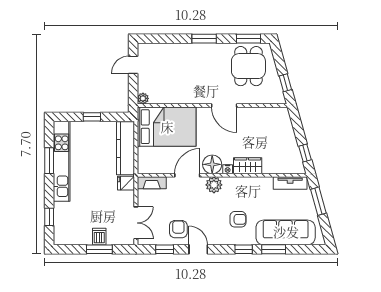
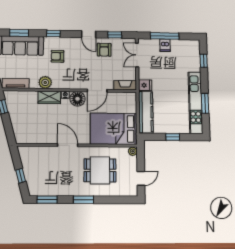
dining table: (248, 66) -> (100, 170), moved, turned 90
window: (285, 83) -> (21, 176), moved
plant: (214, 185) -> (45, 82), moved
window: (99, 249) -> (165, 36), width x1.44
window: (274, 249) -> (19, 33), moved

